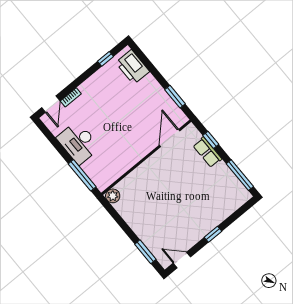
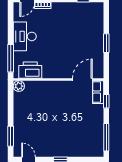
printer: (133, 67) -> (30, 70), moved, turned 90
window: (175, 97) -> (106, 43), moved
row of seats: (207, 152) -> (98, 92), moved

